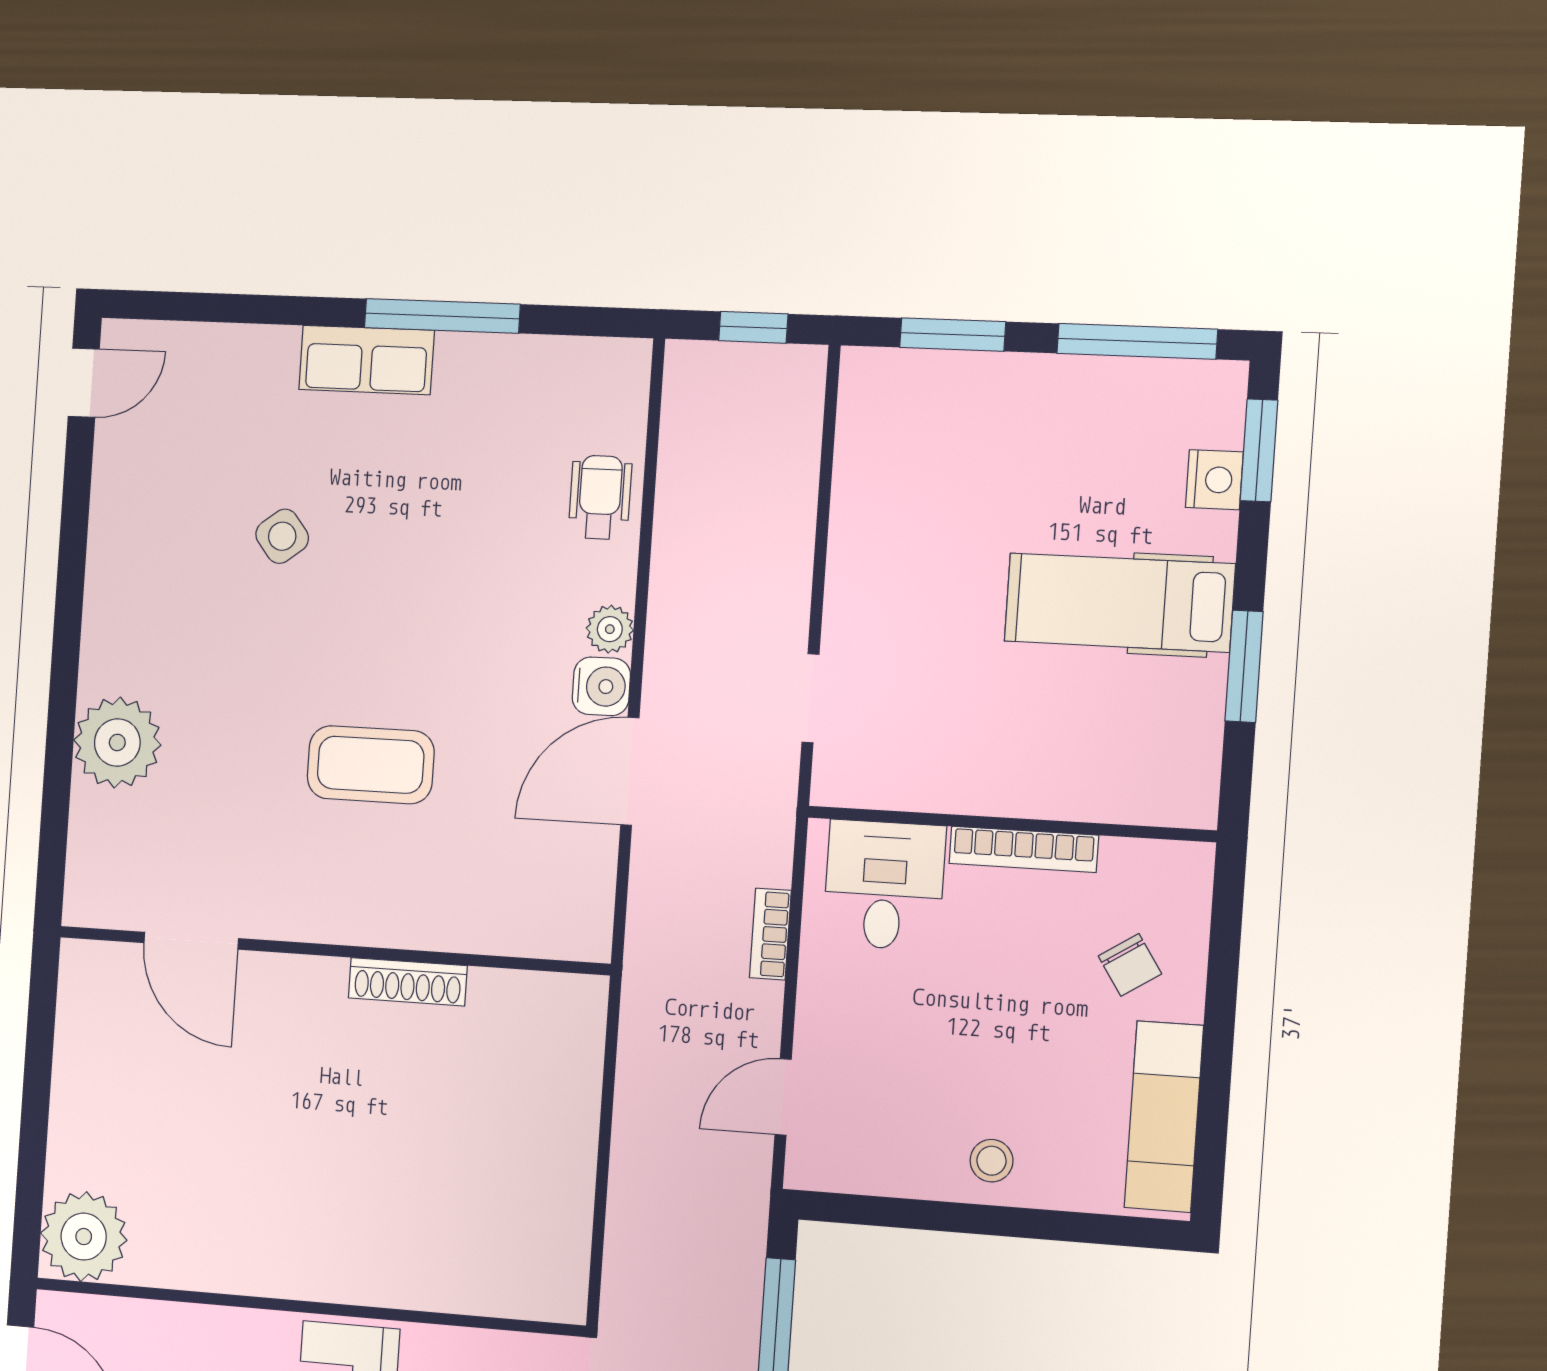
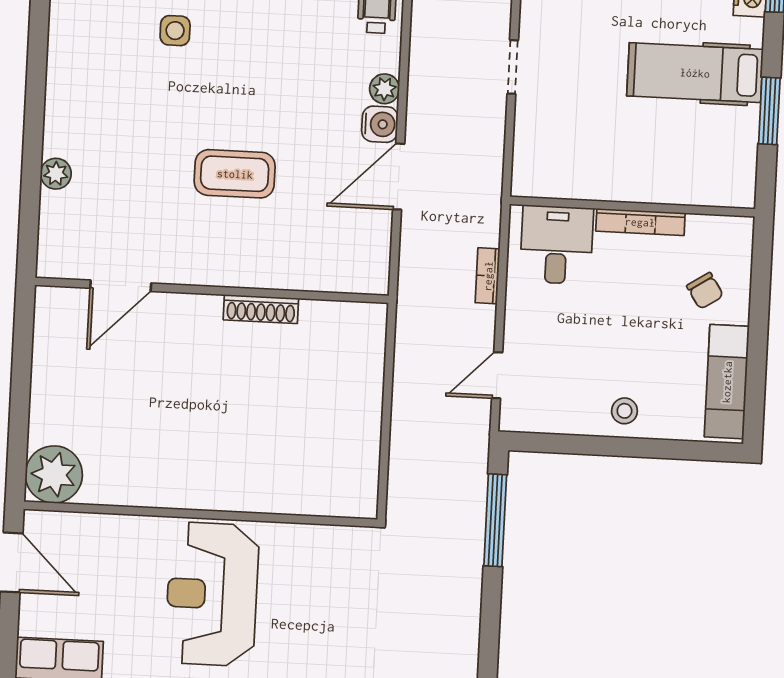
side table: (282, 536) -> (175, 31), turned 38
doorway: (810, 698) -> (513, 67), moved
plant: (117, 742) -> (56, 174), width x0.53, depth x0.53
door: (191, 941) -> (121, 286), hinge flipped

